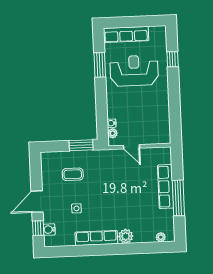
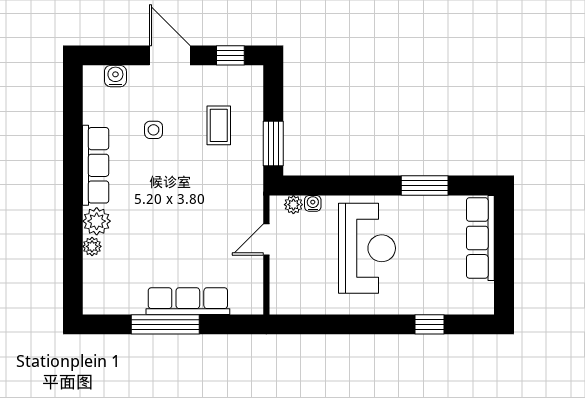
reception desk: (134, 71) -> (367, 248), moved
window: (38, 228) -> (230, 55), moved
plant: (161, 237) -> (92, 246), moved

